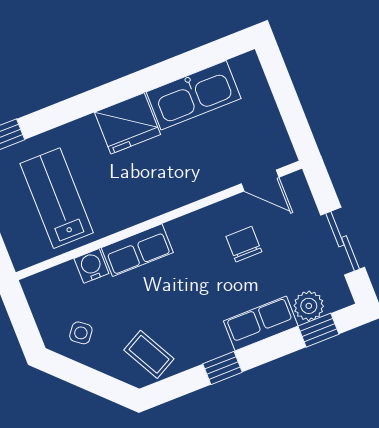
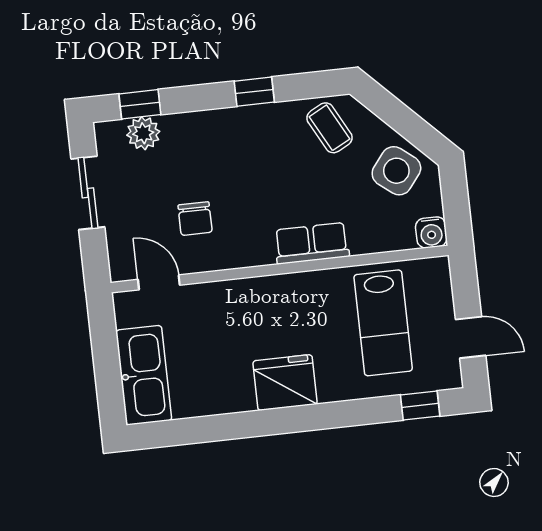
kitchen sink: (194, 95) -> (144, 375), moved, turned 90
water cooler: (91, 266) -> (431, 232), moved
row of seats: (261, 323) -> (200, 128), removed
side table: (81, 333) -> (396, 171), width x1.87, depth x1.87

